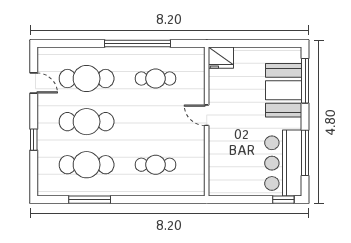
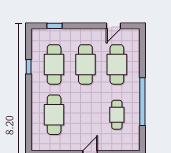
window: (34, 140) -> (55, 26), moved
cafe table: (156, 165) -> (54, 115), width x1.37, depth x1.35
window: (90, 200) -> (29, 67), width x0.46

